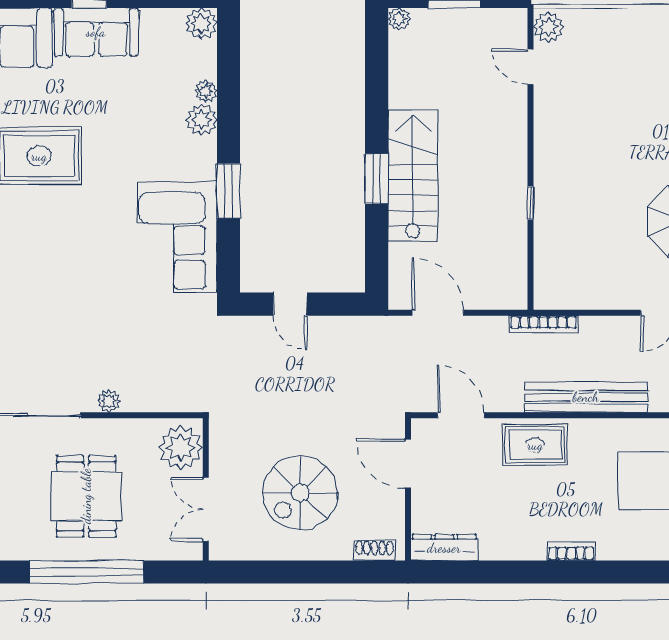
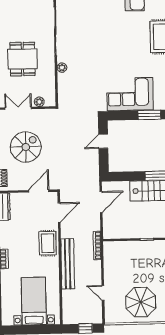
plant: (181, 448) -> (39, 102), width x0.53, depth x0.53
spiral stairs: (300, 493) -> (26, 147), turned 90
dining table: (86, 496) -> (22, 59), turned 90

